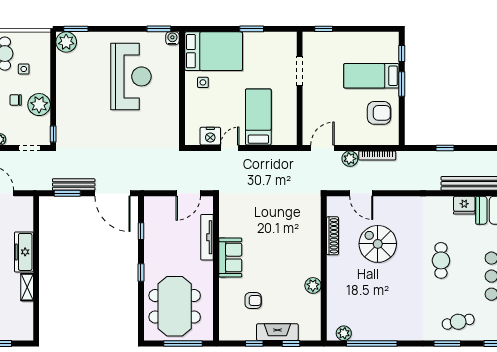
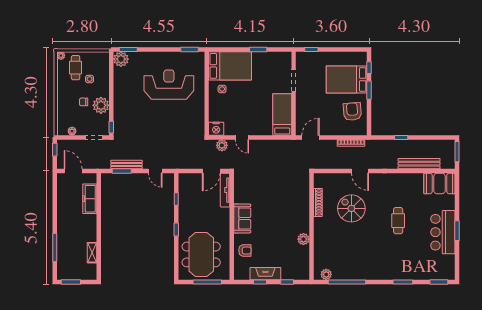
water cooler: (172, 38) -> (200, 56), removed
reception desk: (131, 76) -> (169, 85), turned -90
bed: (371, 76) -> (347, 79), width x1.50
armchair: (379, 113) -> (352, 111), turned -95
bed: (258, 117) -> (282, 115), moved
nightstand: (210, 136) -> (216, 129), moved
door: (230, 148) -> (242, 137), swing flipped
plant: (350, 159) -> (222, 145), moved
door: (112, 193) -> (155, 171), width x0.53
door: (361, 193) -> (360, 171), moved
fridge: (464, 205) -> (415, 180), removed
tv unit: (207, 237) -> (225, 190), moved
freezer: (24, 252) -> (90, 199), moved
shelving: (27, 287) -> (92, 253), moved
armchair: (253, 301) -> (245, 250), moved
cafe table: (458, 322) -> (411, 266), removed
fireplace: (277, 332) -> (265, 274), moved

